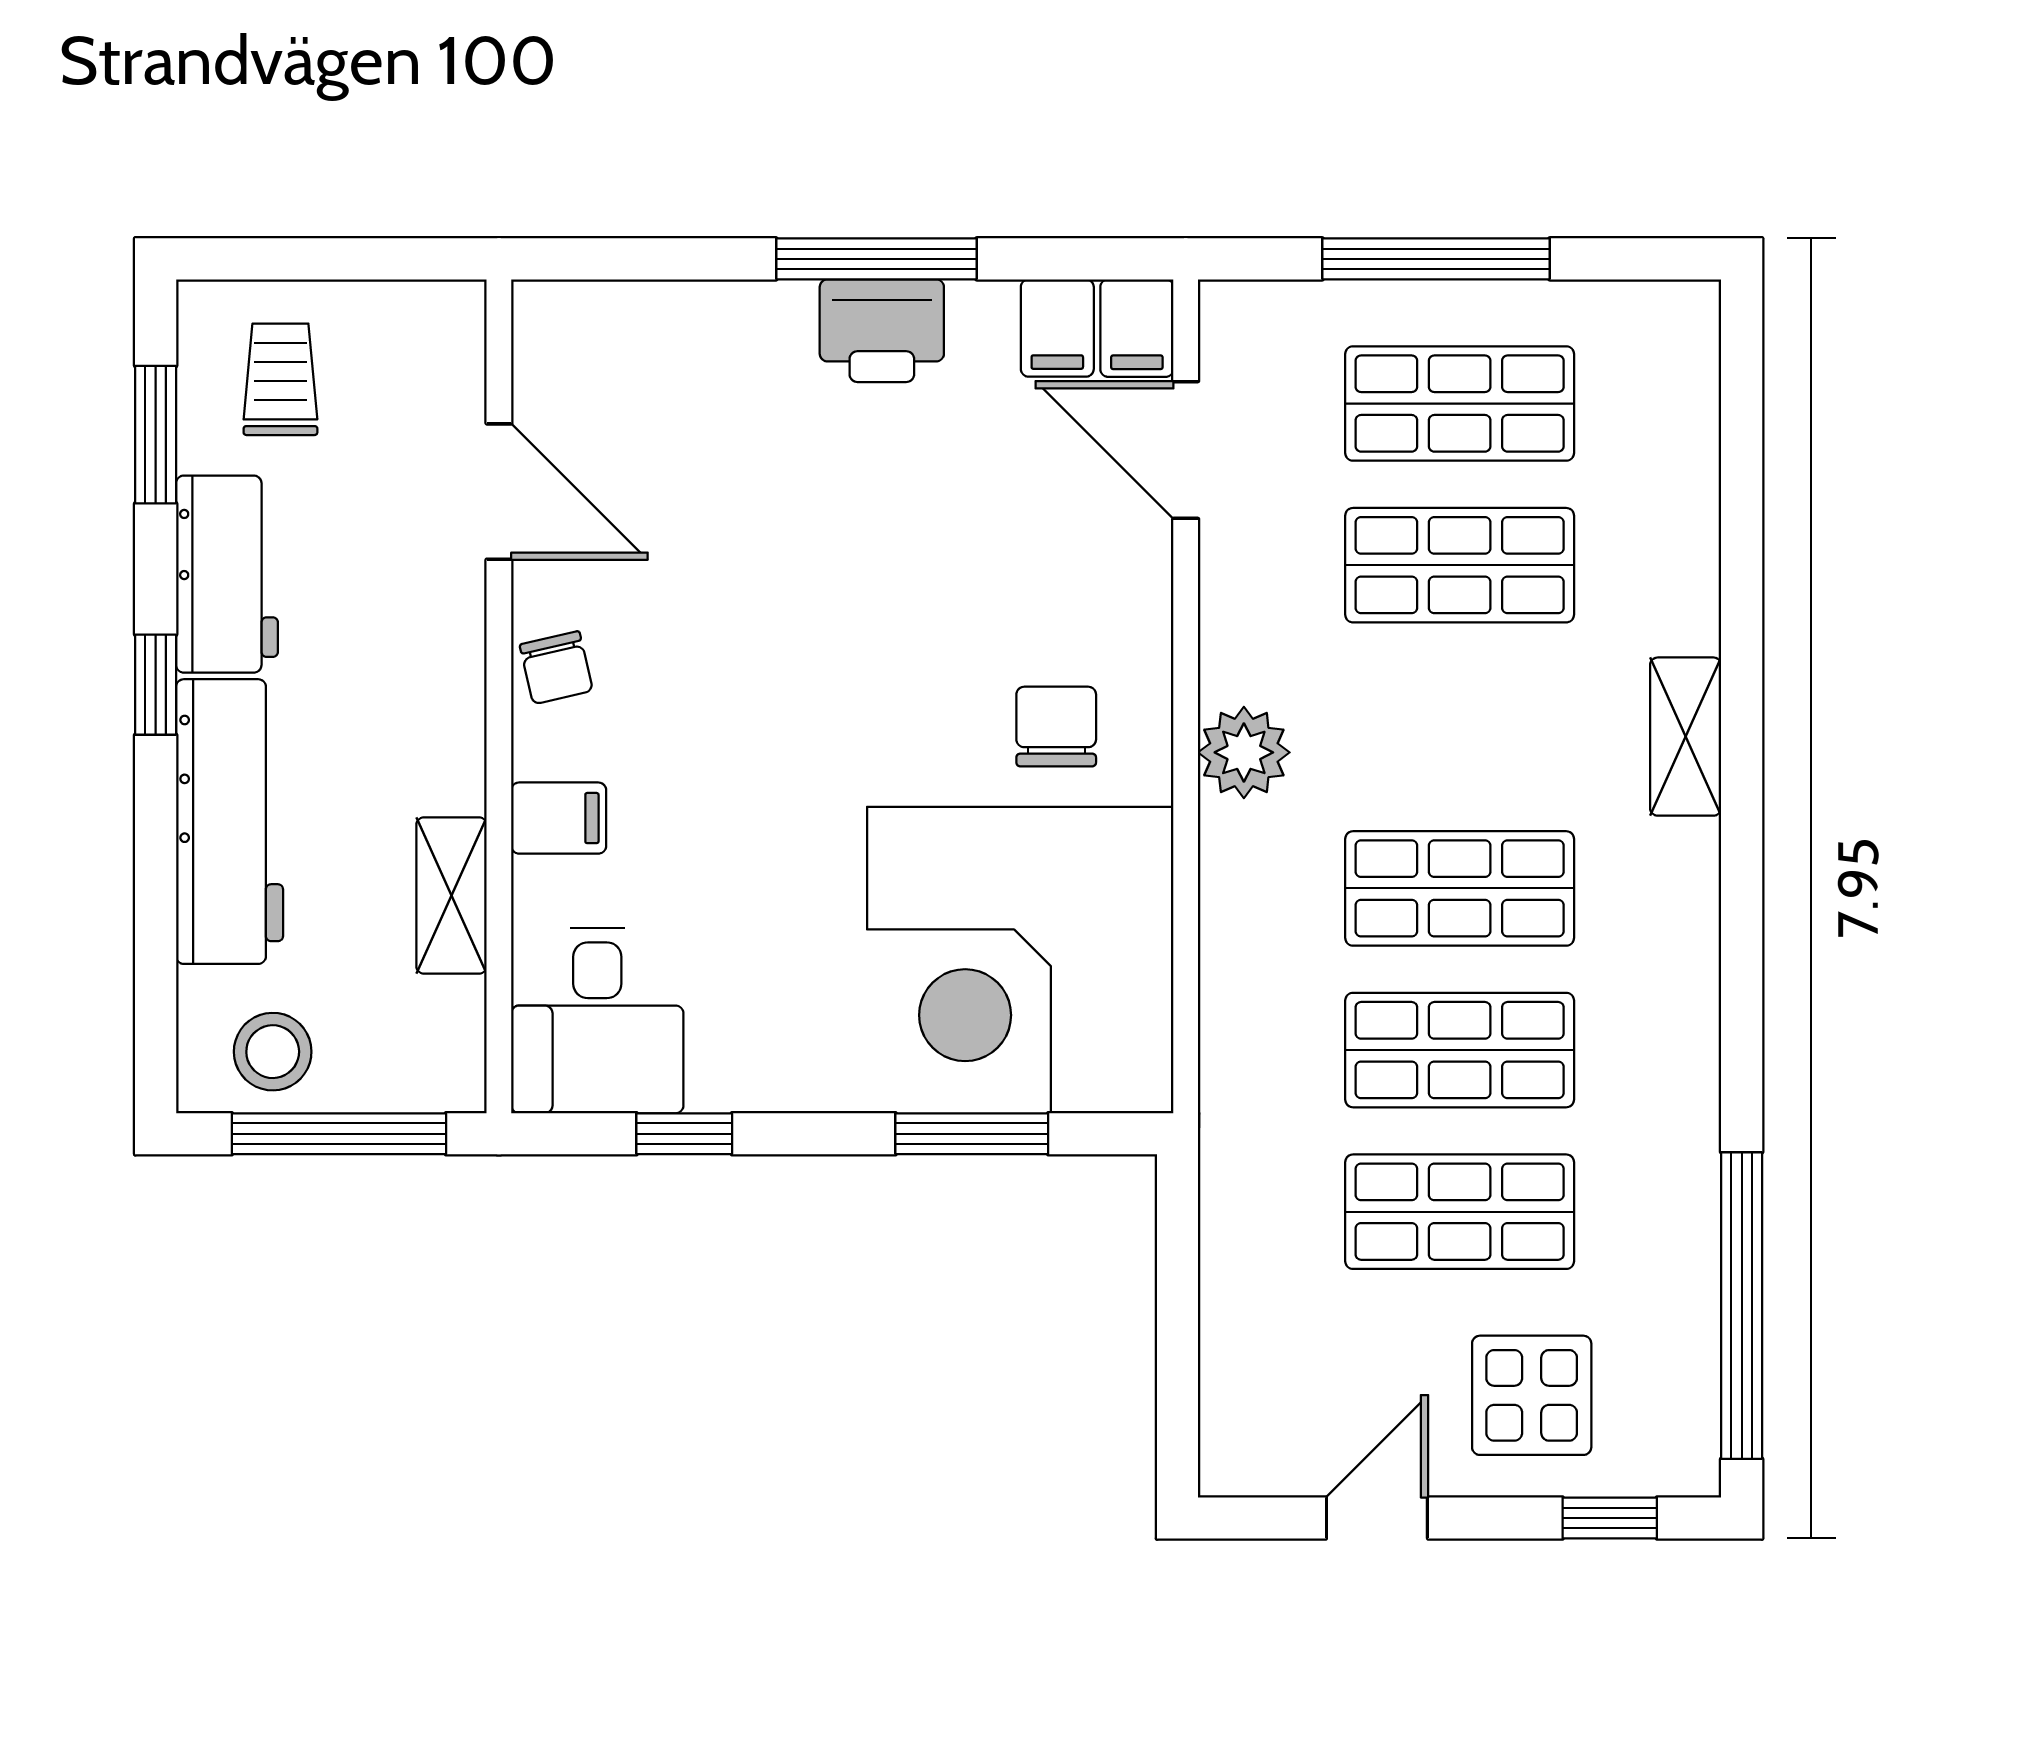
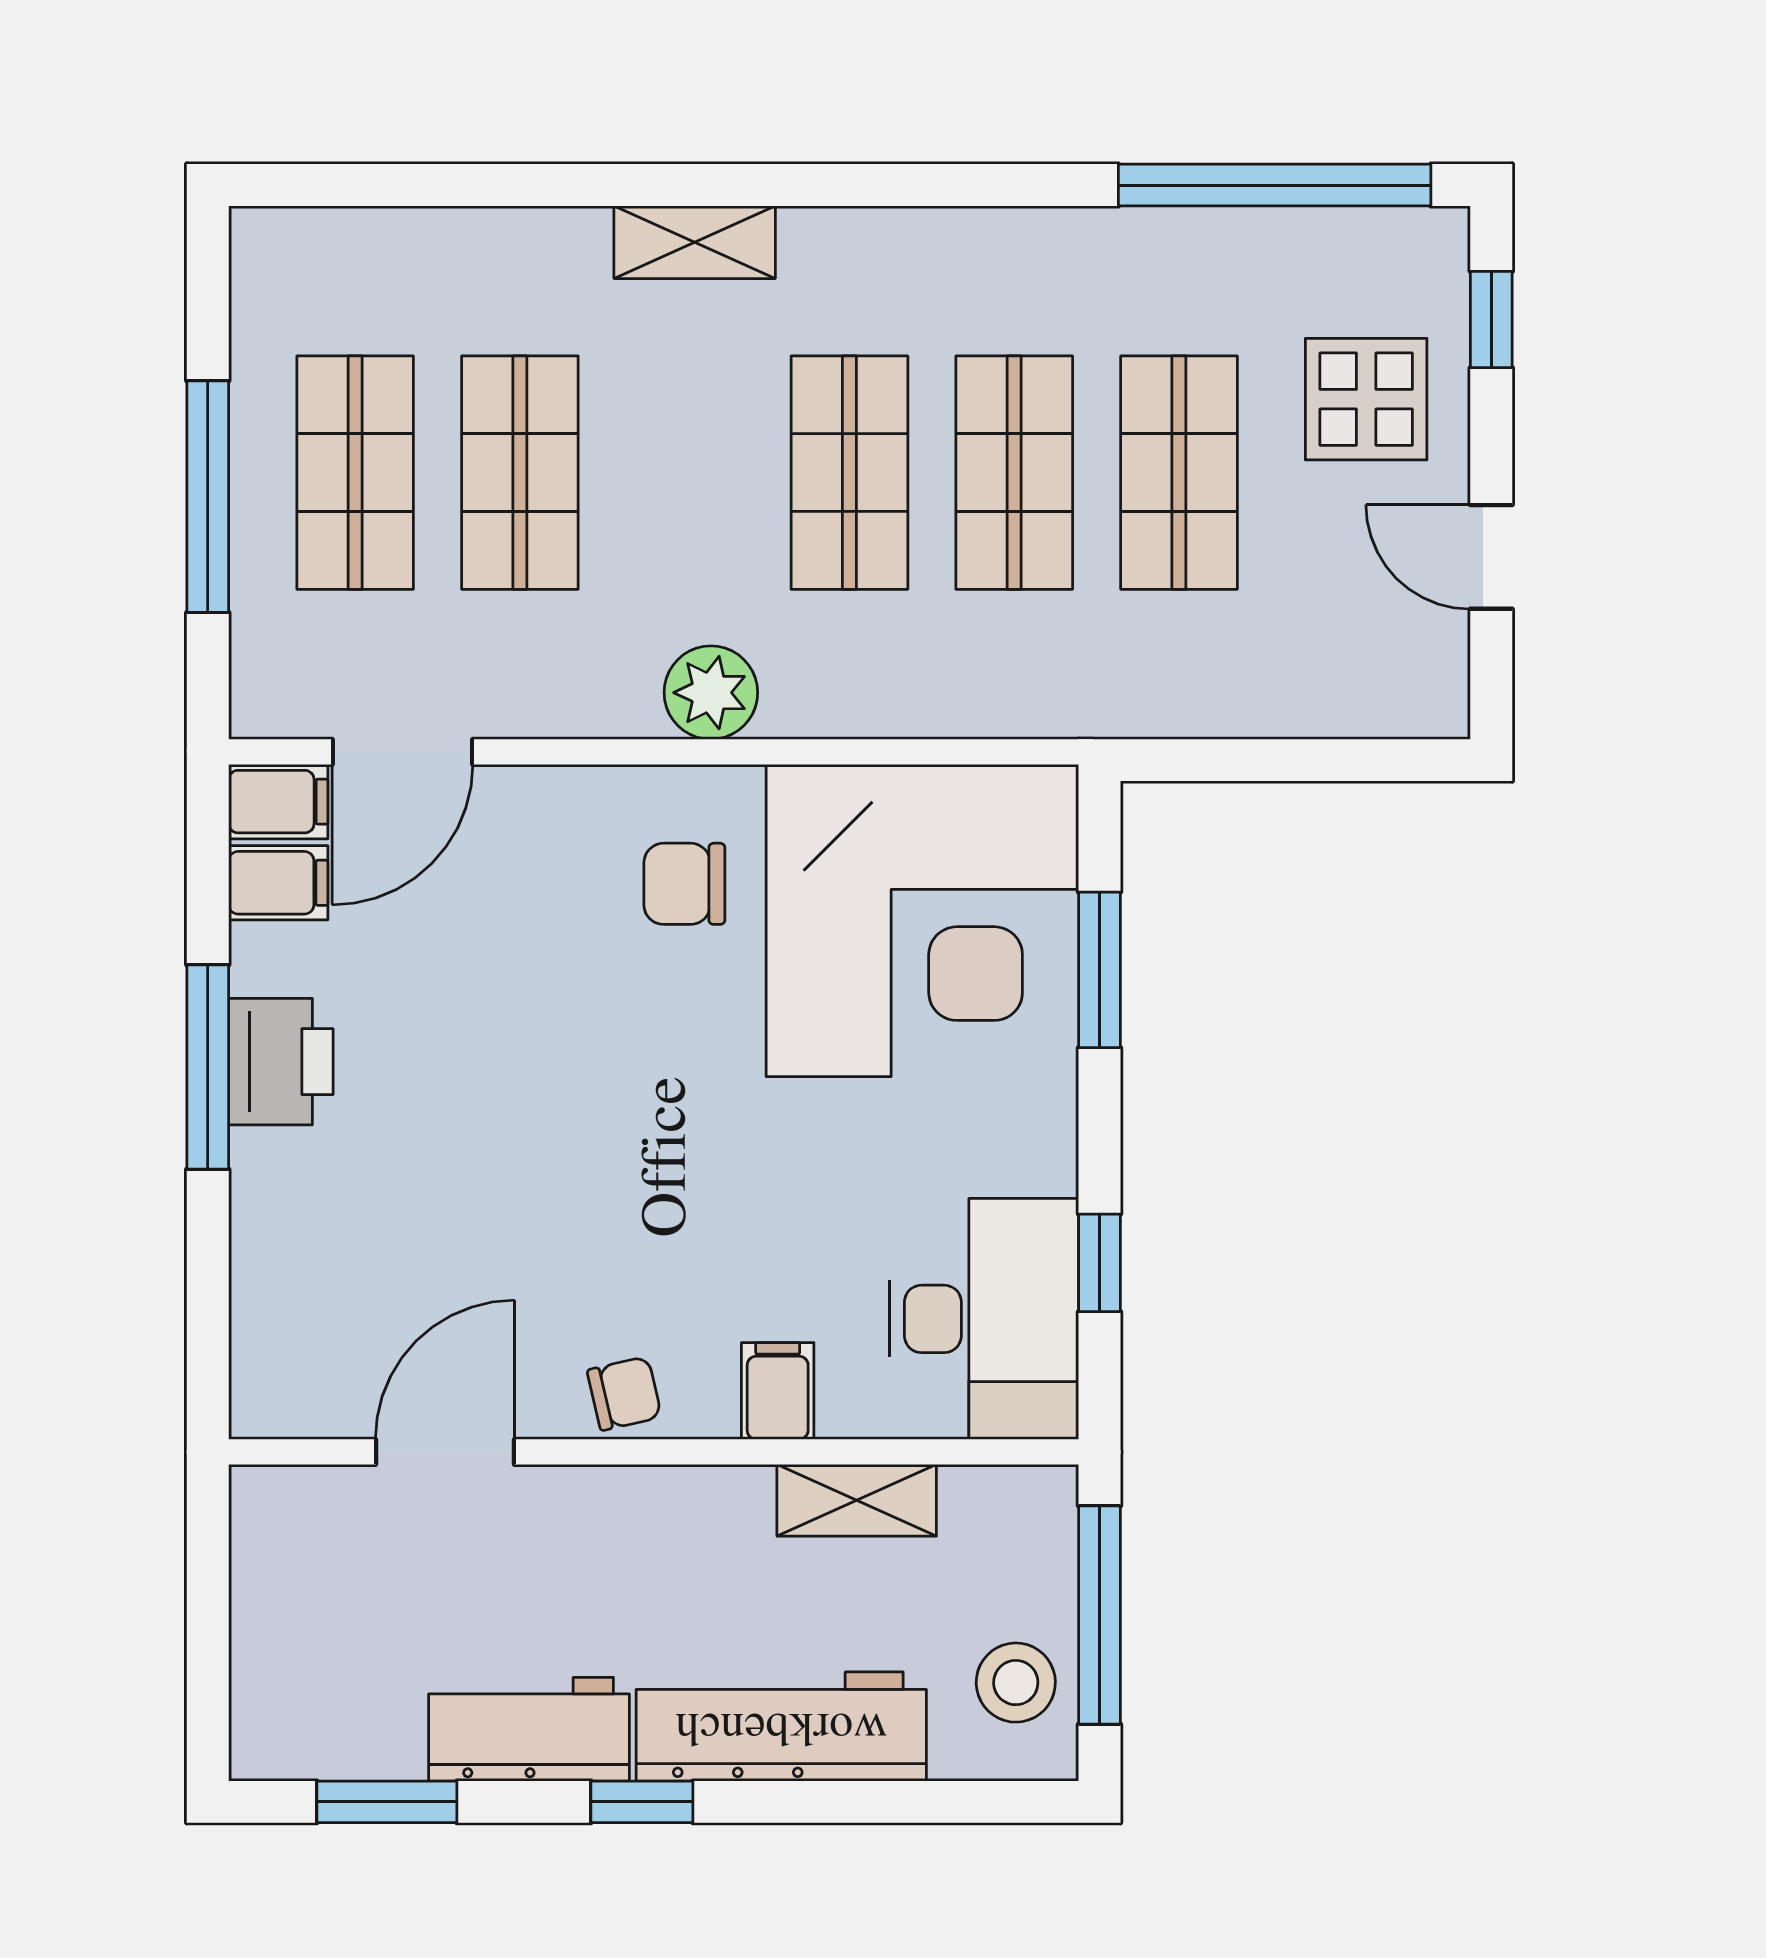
trolley: (280, 379) -> (330, 1675), removed
desk: (597, 1020) -> (984, 1319), width x1.37

